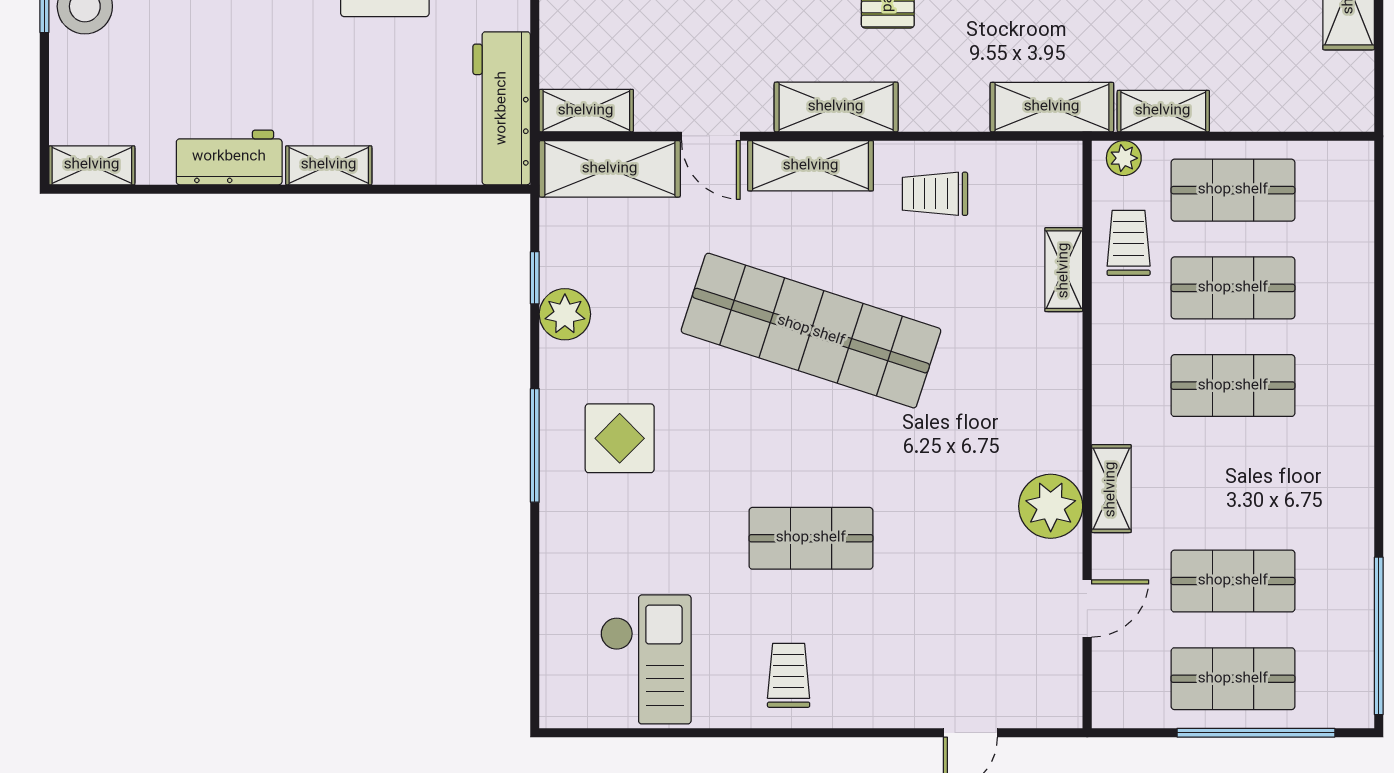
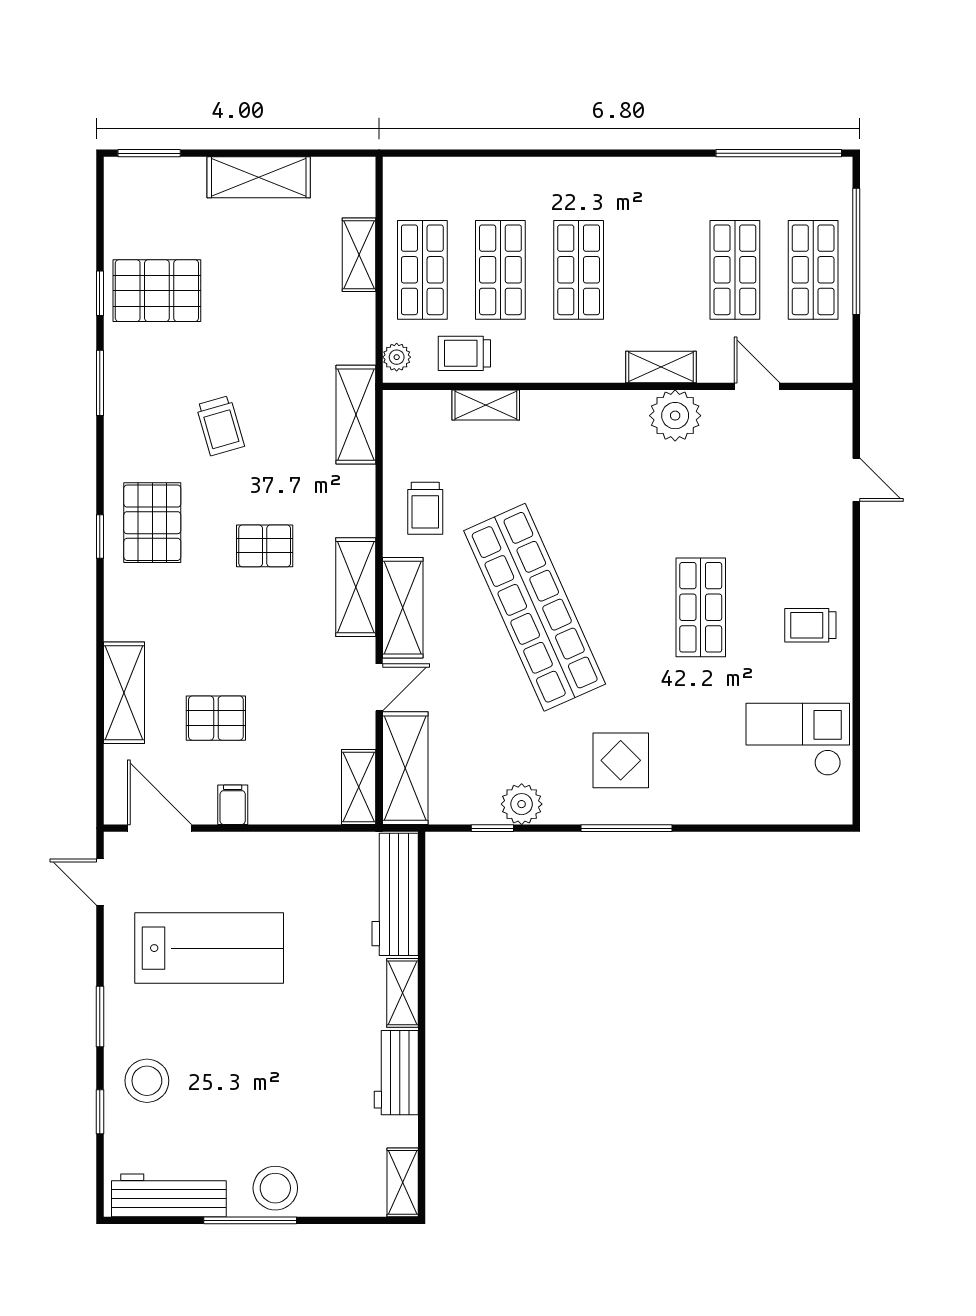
workbench: (502, 108) -> (395, 894), moved, turned 90
shelving: (1163, 111) -> (359, 255), moved
shop shelf: (811, 331) -> (535, 607), turned -42

